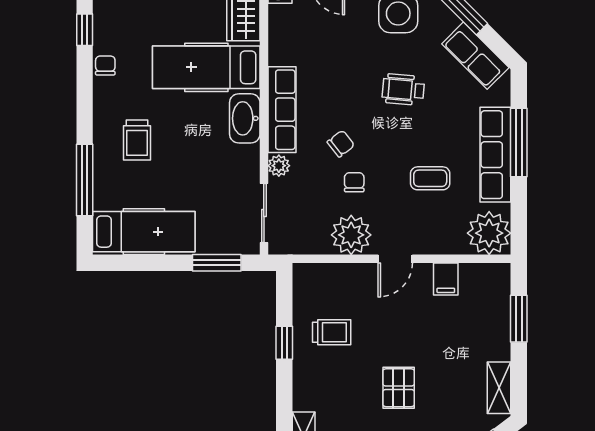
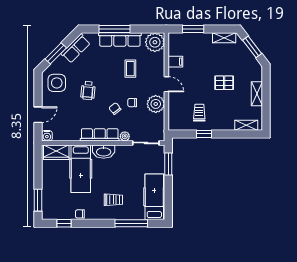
wheelchair: (403, 89) -> (88, 91), moved

